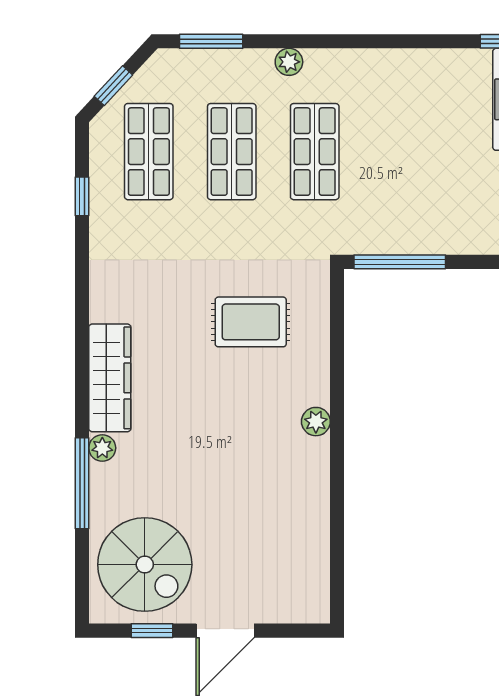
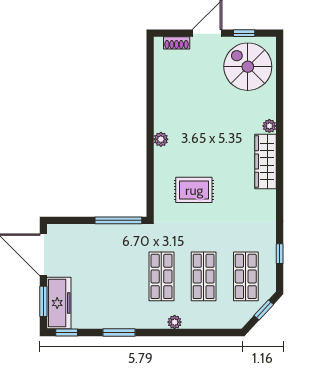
window: (211, 41) -> (119, 332), moved
window: (82, 483) -> (280, 108), removed
shoe rack: (285, 611) -> (177, 43), added

